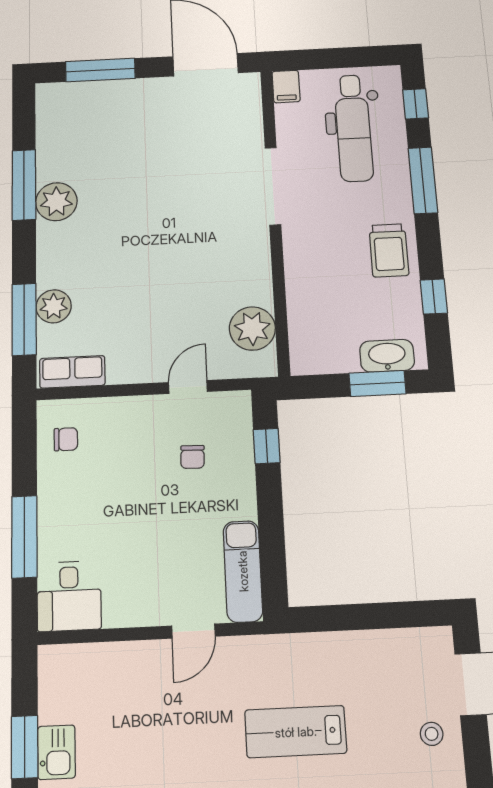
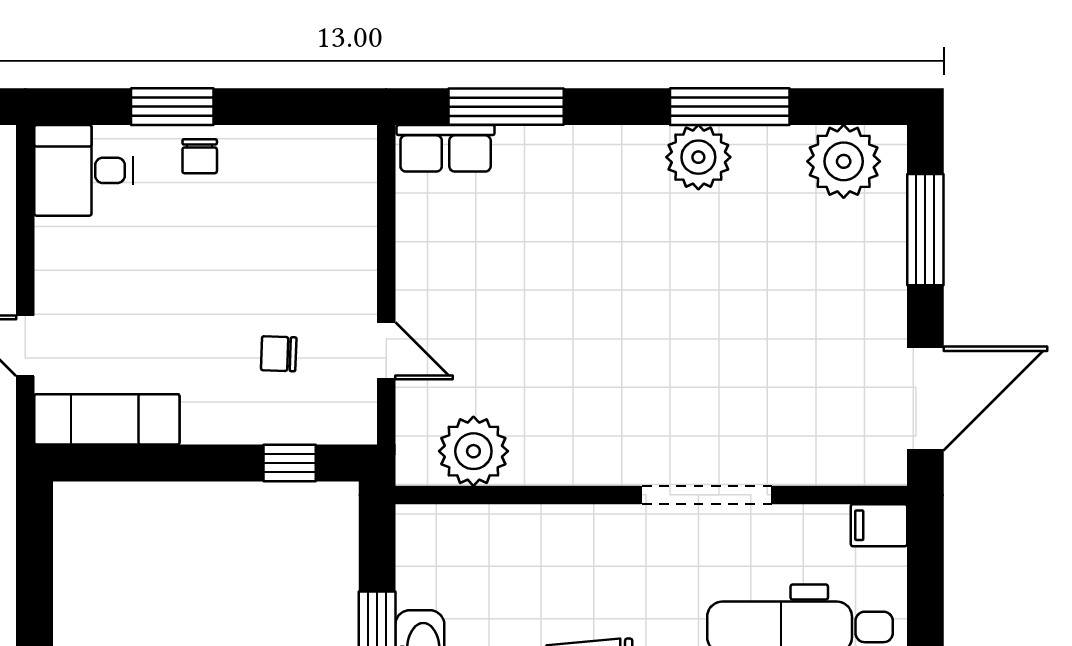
plant: (54, 306) -> (844, 161), moved, width x1.36, depth x1.36
row of seats: (72, 372) -> (446, 148), moved, turned 90
chair: (66, 439) -> (200, 156), moved
window: (24, 537) -> (172, 107), width x0.69

